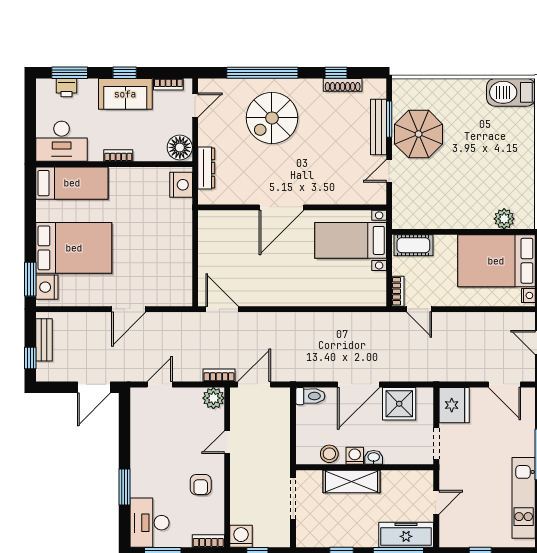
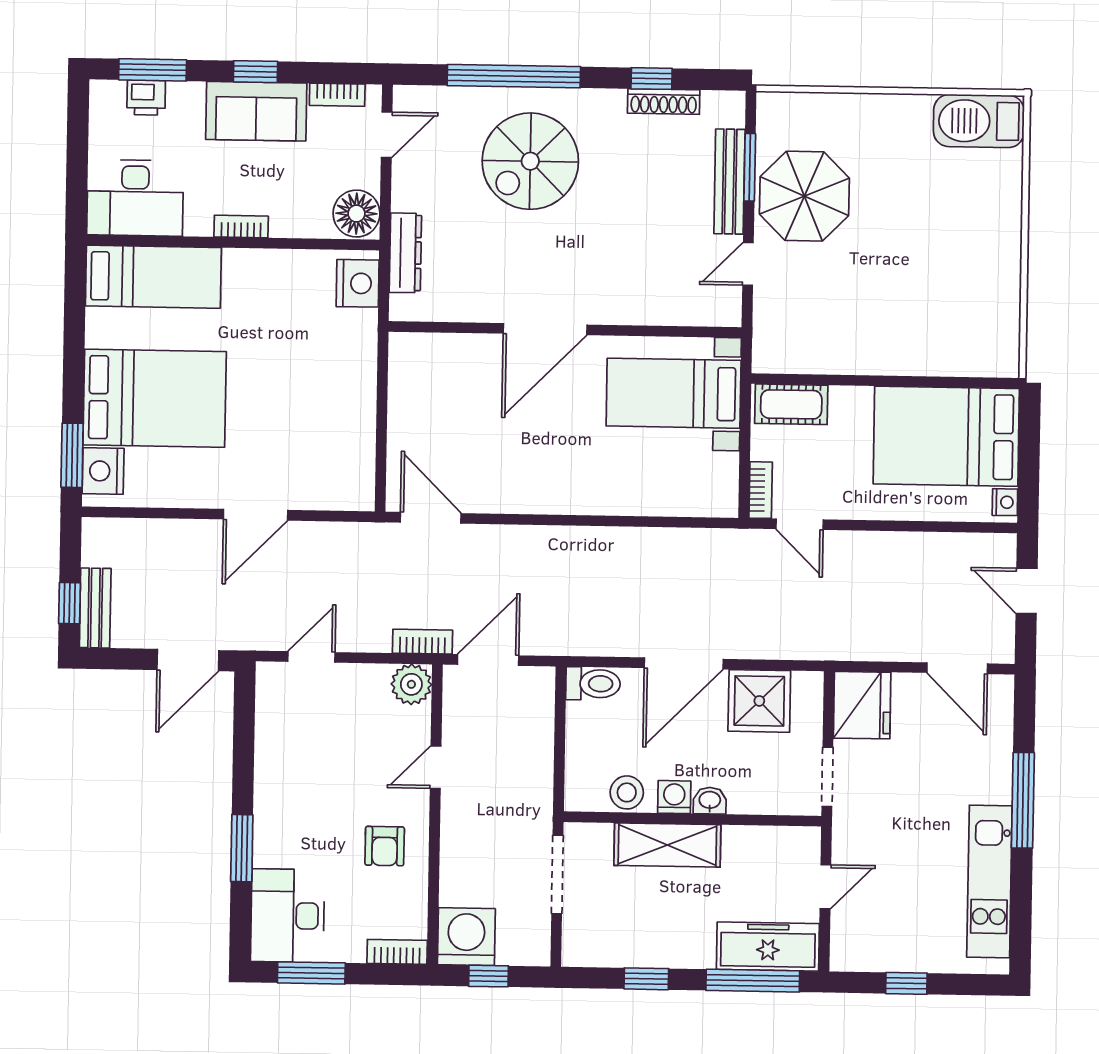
plant: (504, 219) -> (962, 358), removed
bench: (44, 340) -> (95, 608), moved
washing machine: (241, 536) -> (466, 937), width x1.37, depth x1.37

